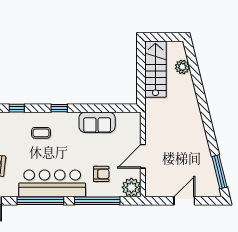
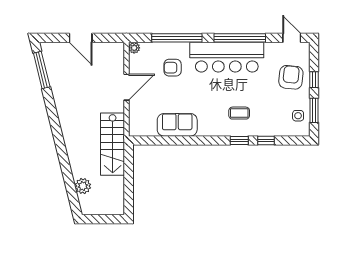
stairs: (155, 69) -> (113, 144), moved
window: (59, 108) -> (239, 141), moved
plant: (131, 187) -> (134, 48), width x0.53, depth x0.53
door: (184, 201) -> (81, 38), hinge flipped

